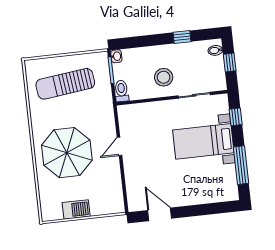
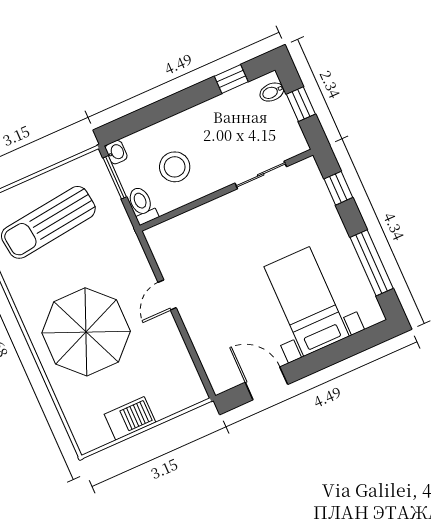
window: (182, 37) -> (231, 79), moved
stool: (164, 77) -> (175, 167), moved
bed with nightstands: (203, 141) -> (307, 301), moved, turned 90

